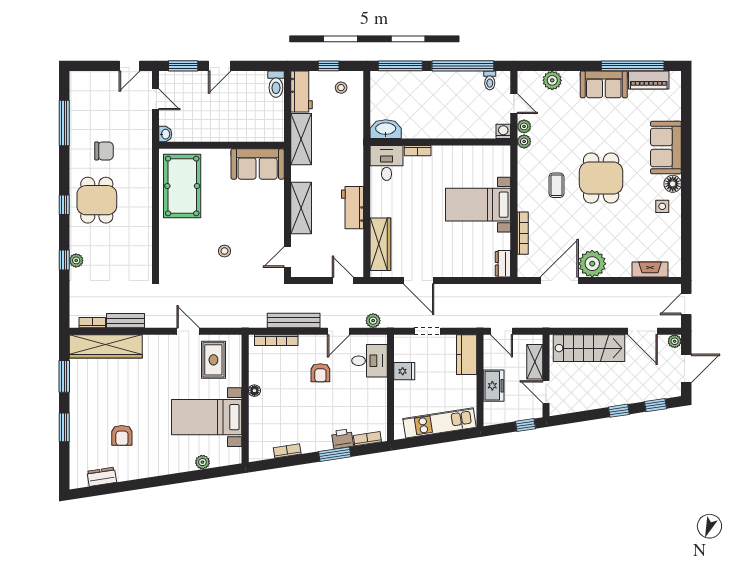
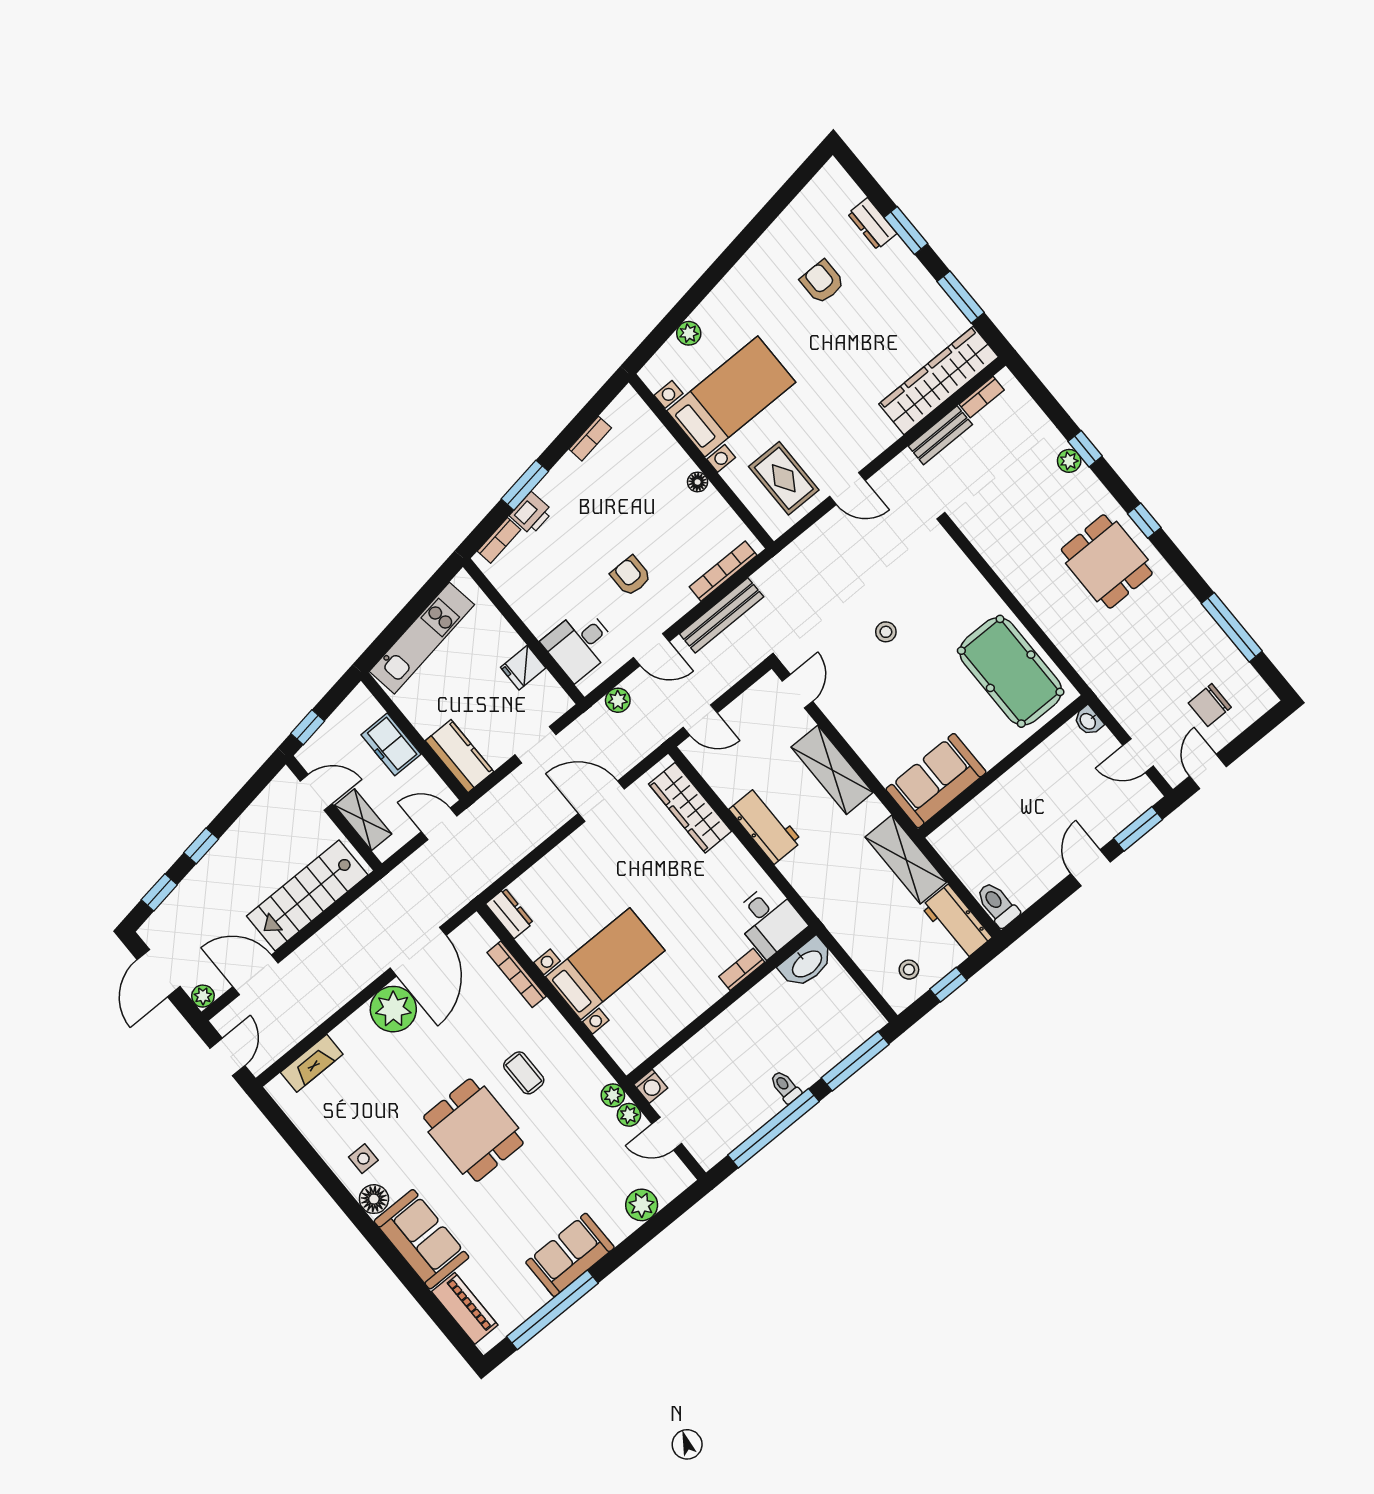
toilet: (490, 80) -> (785, 1087), moved
piano: (649, 80) -> (465, 1308), moved, turned 90
chair: (104, 151) -> (1210, 705), moved
door: (339, 331) -> (651, 649), swing flipped
dresser: (102, 477) -> (872, 224), moved, turned 99

